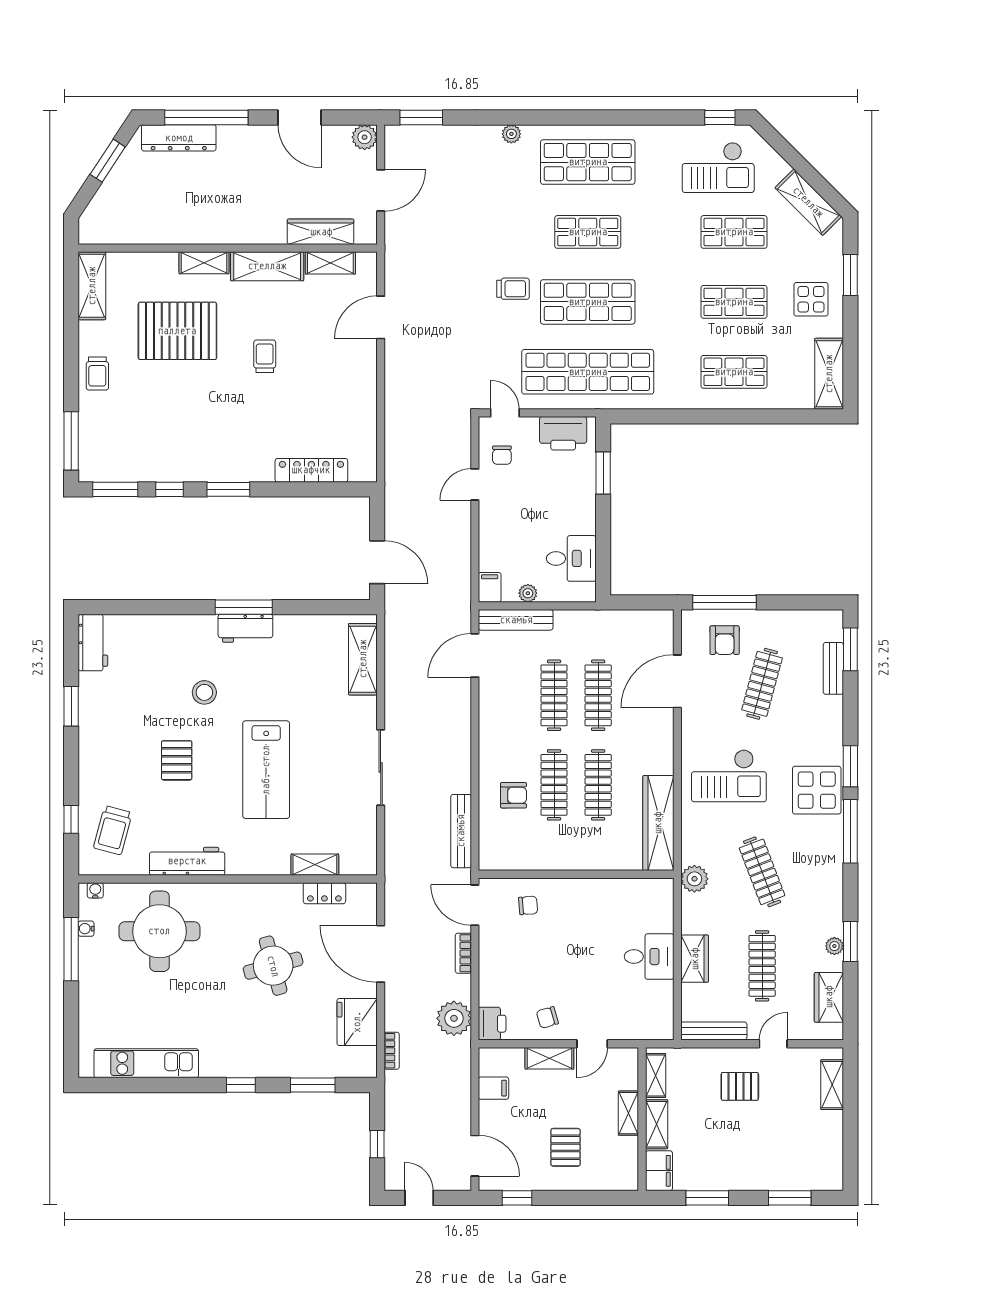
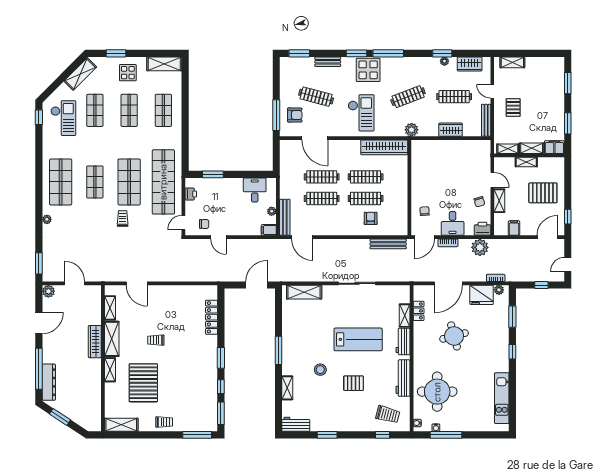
wardrobe: (321, 232) -> (95, 342), moved
printer: (563, 433) -> (191, 194), width x0.53, depth x0.68
shelving: (167, 625) -> (287, 388), added
workbench: (245, 628) -> (403, 341), moved, turned 180
bench: (833, 668) -> (328, 62), moved
desk: (649, 957) -> (453, 223), moved, turned 180
plant: (367, 1057) -> (499, 290), added
pallet: (565, 1147) -> (543, 193), width x1.50, depth x1.42

